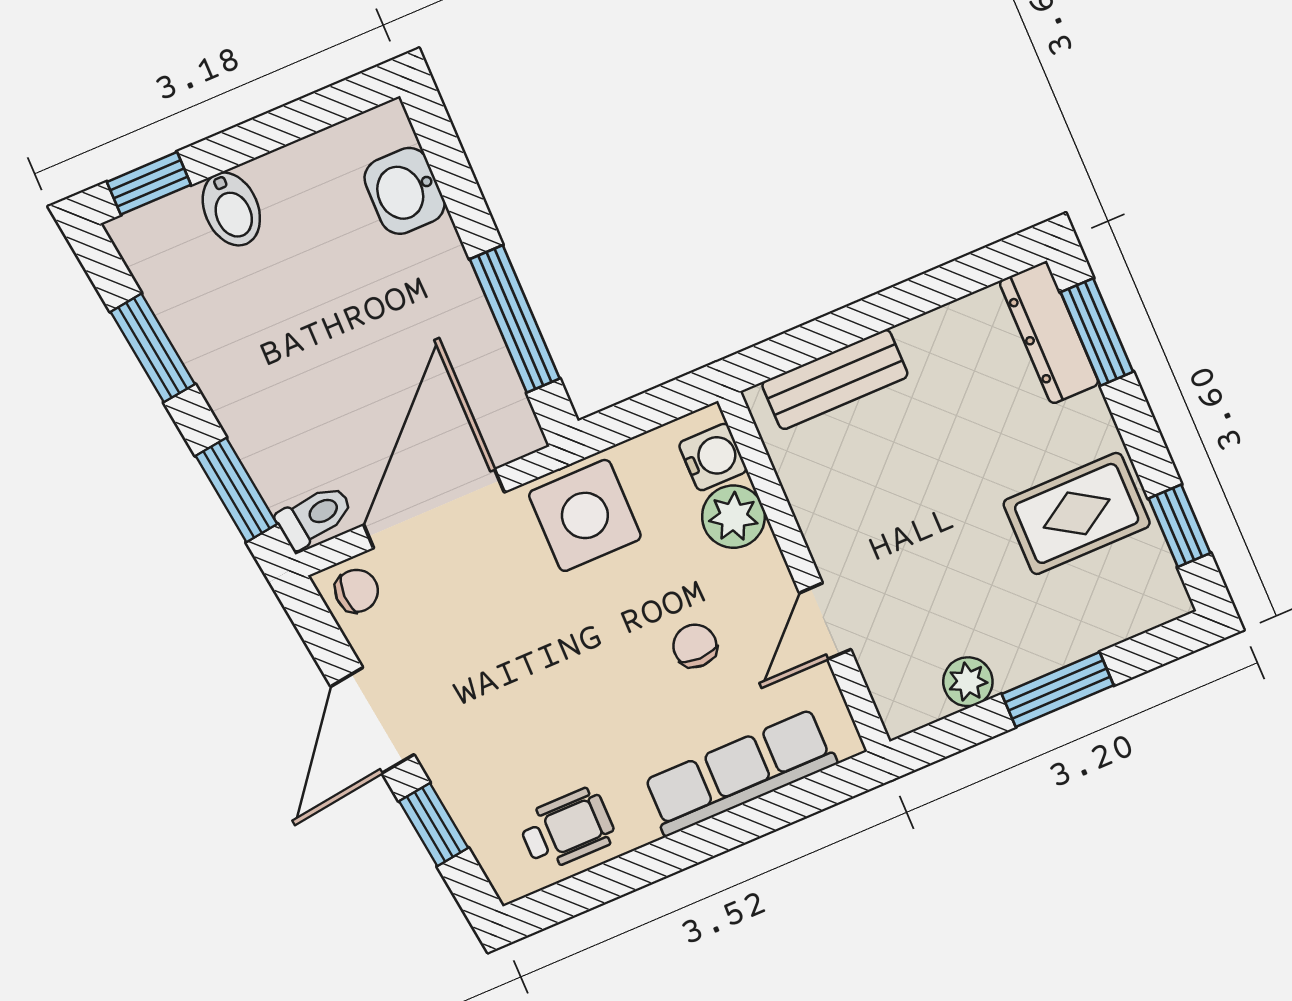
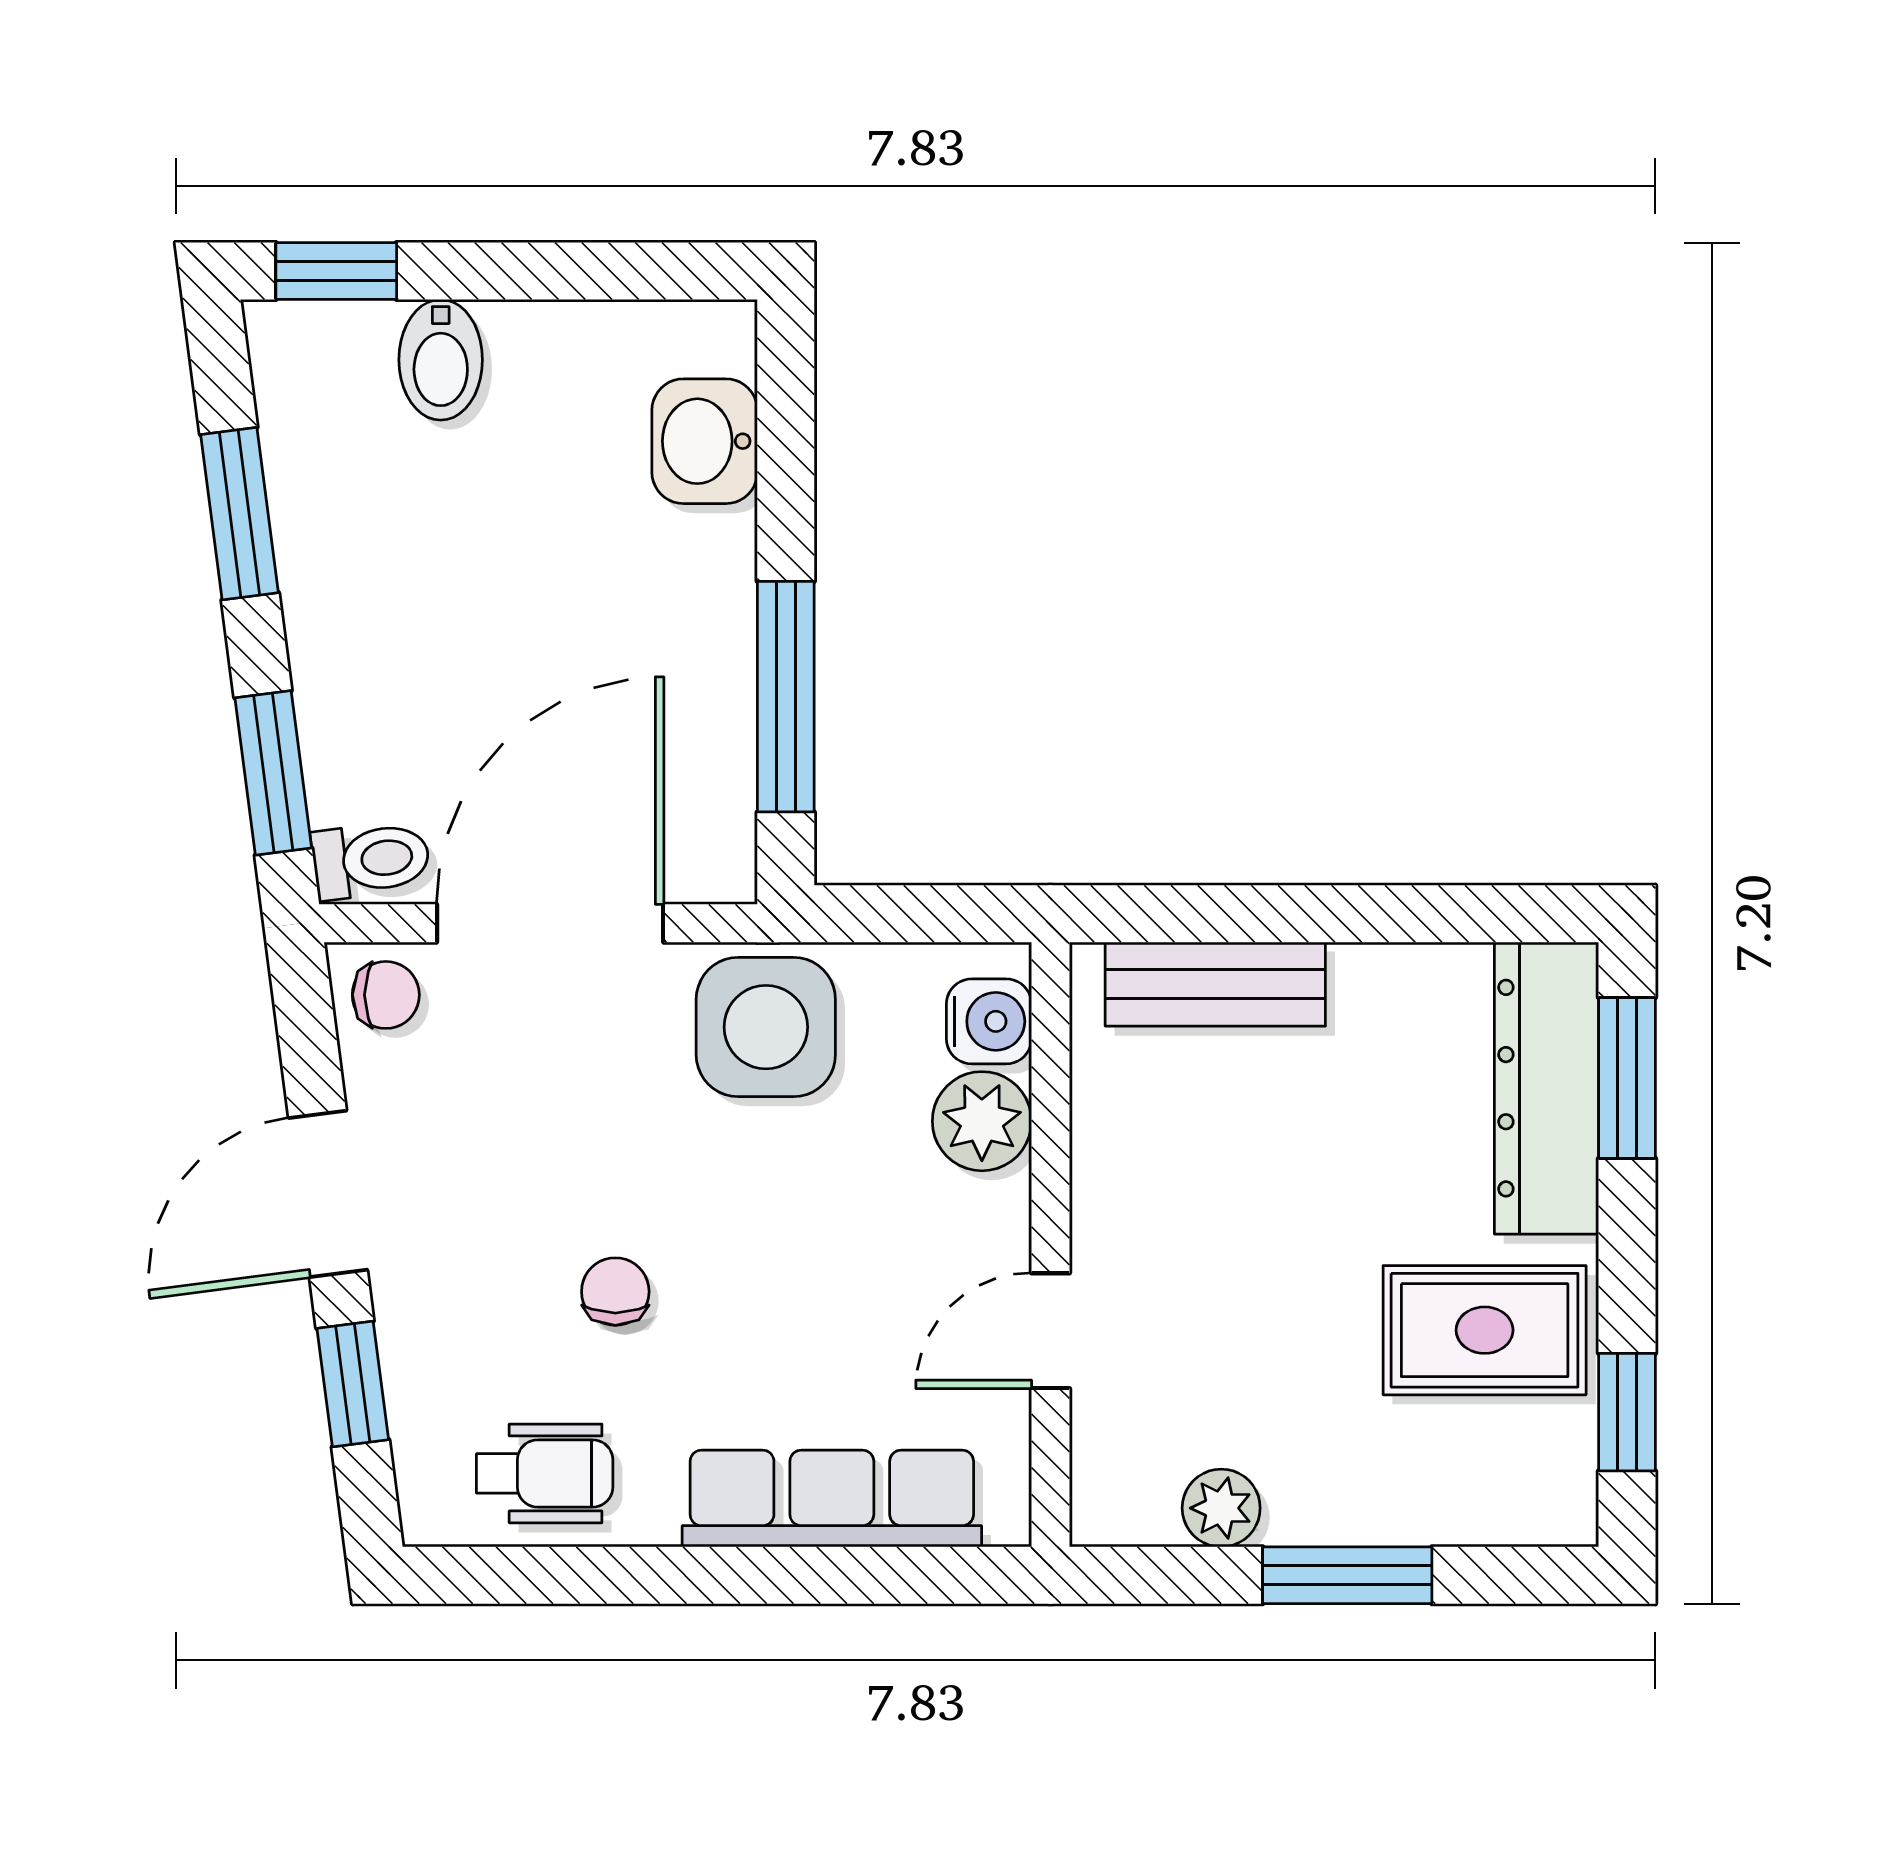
dresser: (1049, 333) -> (1547, 1088), width x1.37, depth x1.24
chair: (695, 646) -> (615, 1292), moved

